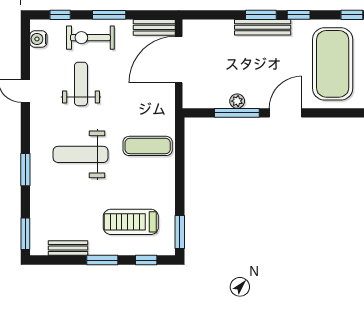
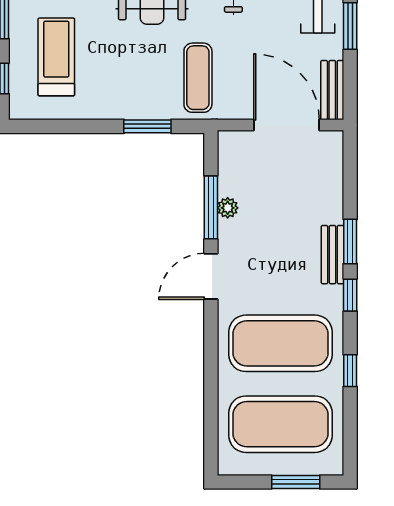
bench: (263, 27) -> (333, 255), width x0.73
door: (285, 113) -> (211, 276), swing flipped
exercise mat: (148, 146) -> (198, 78), moved
window: (180, 232) -> (147, 126), moved

